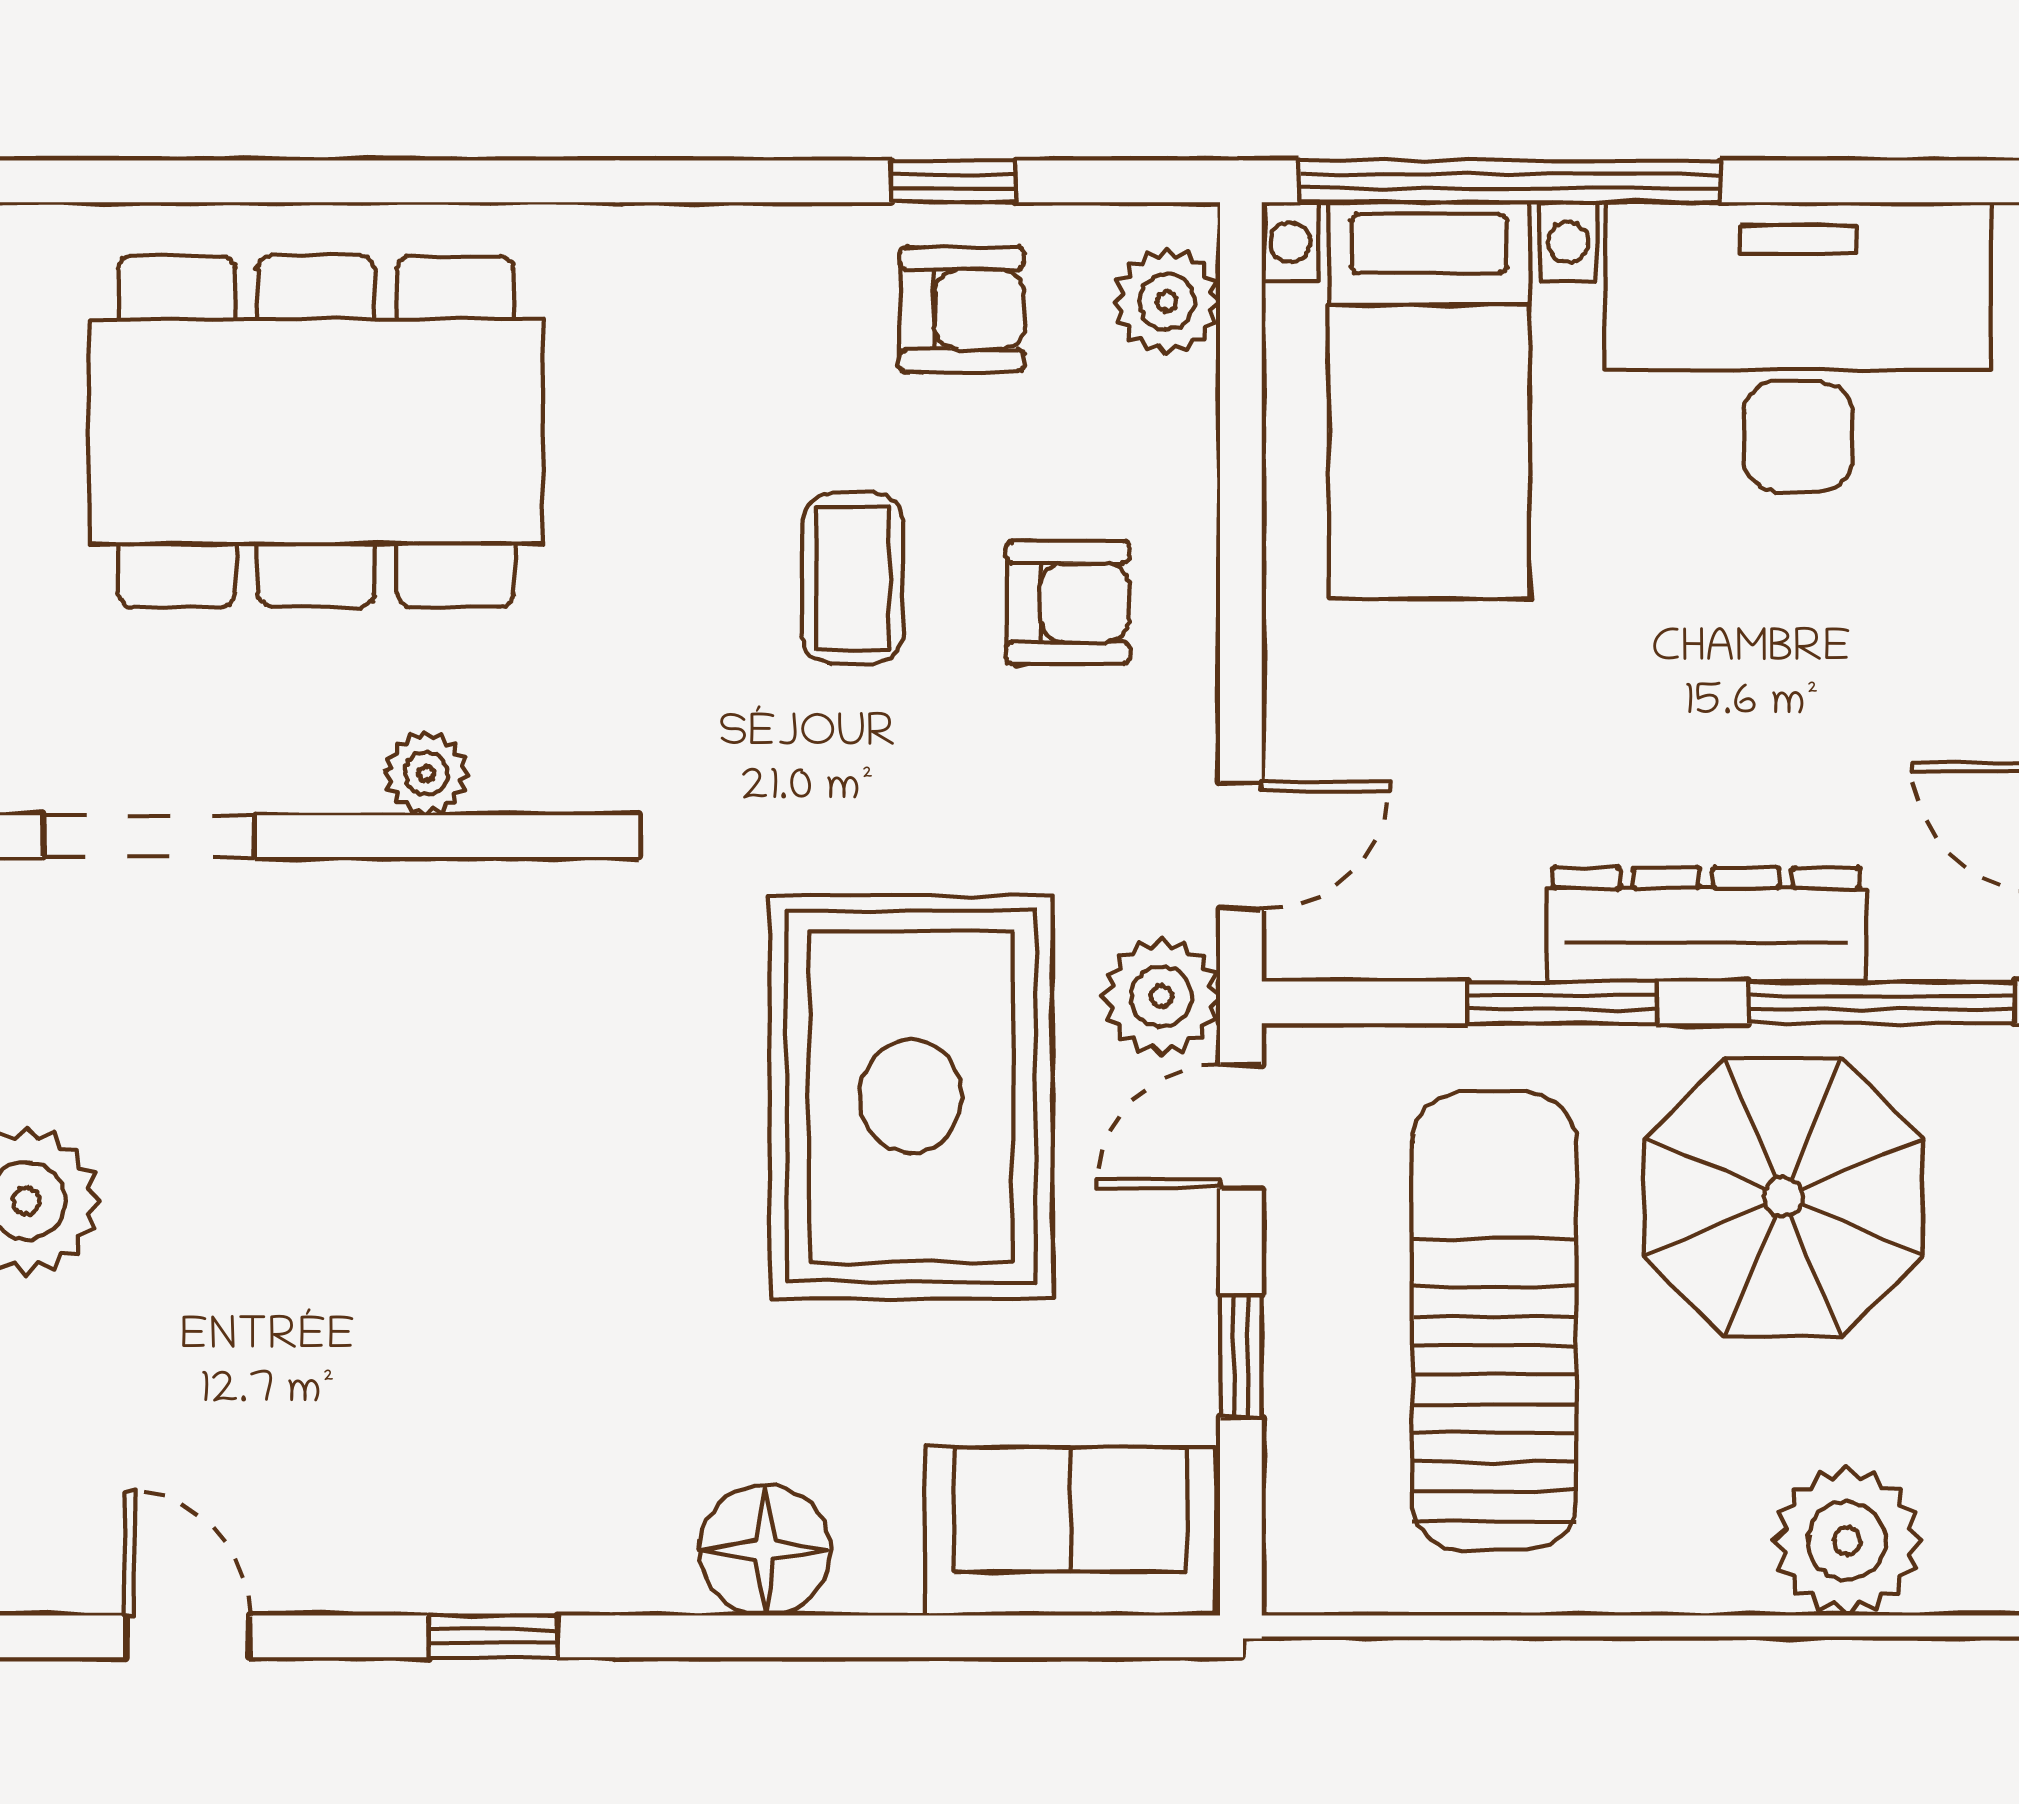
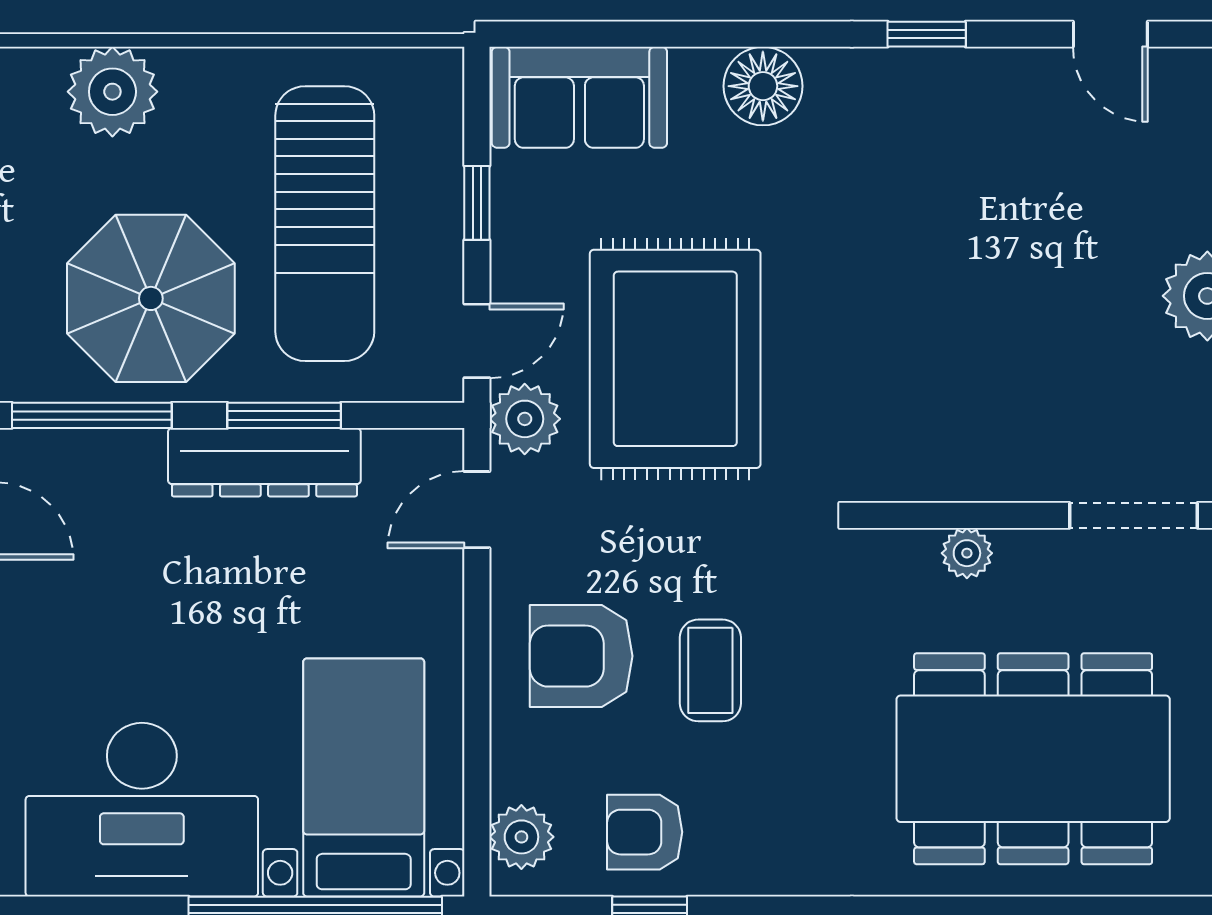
armchair: (1068, 602) -> (581, 656), width x1.38, depth x1.38
dresser: (1706, 925) -> (264, 462), moved

